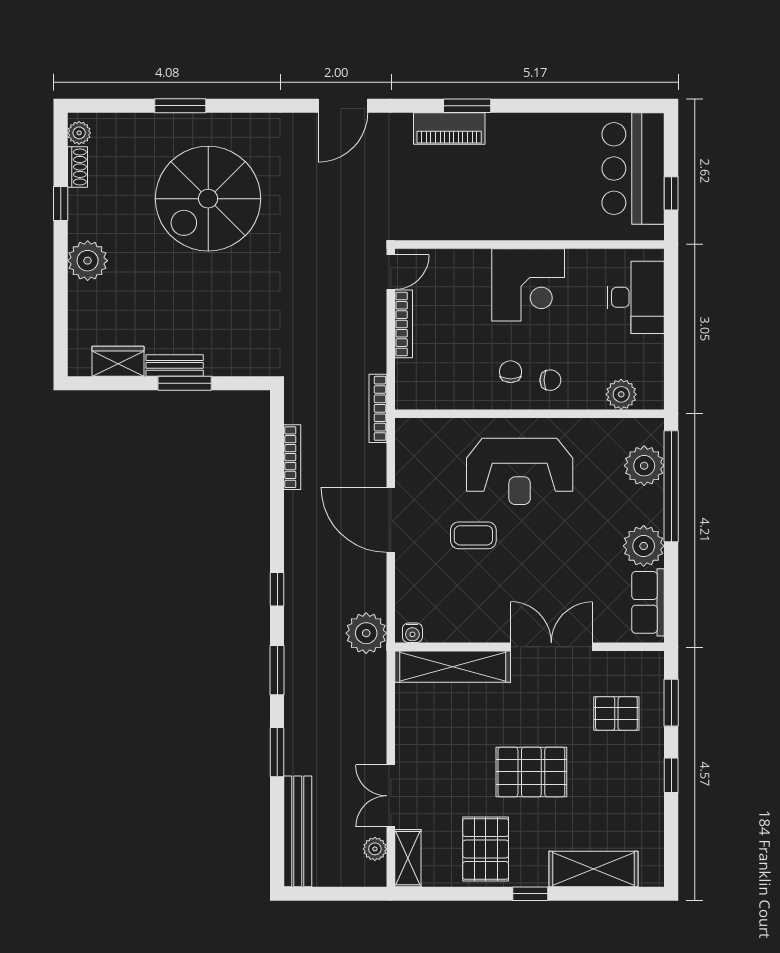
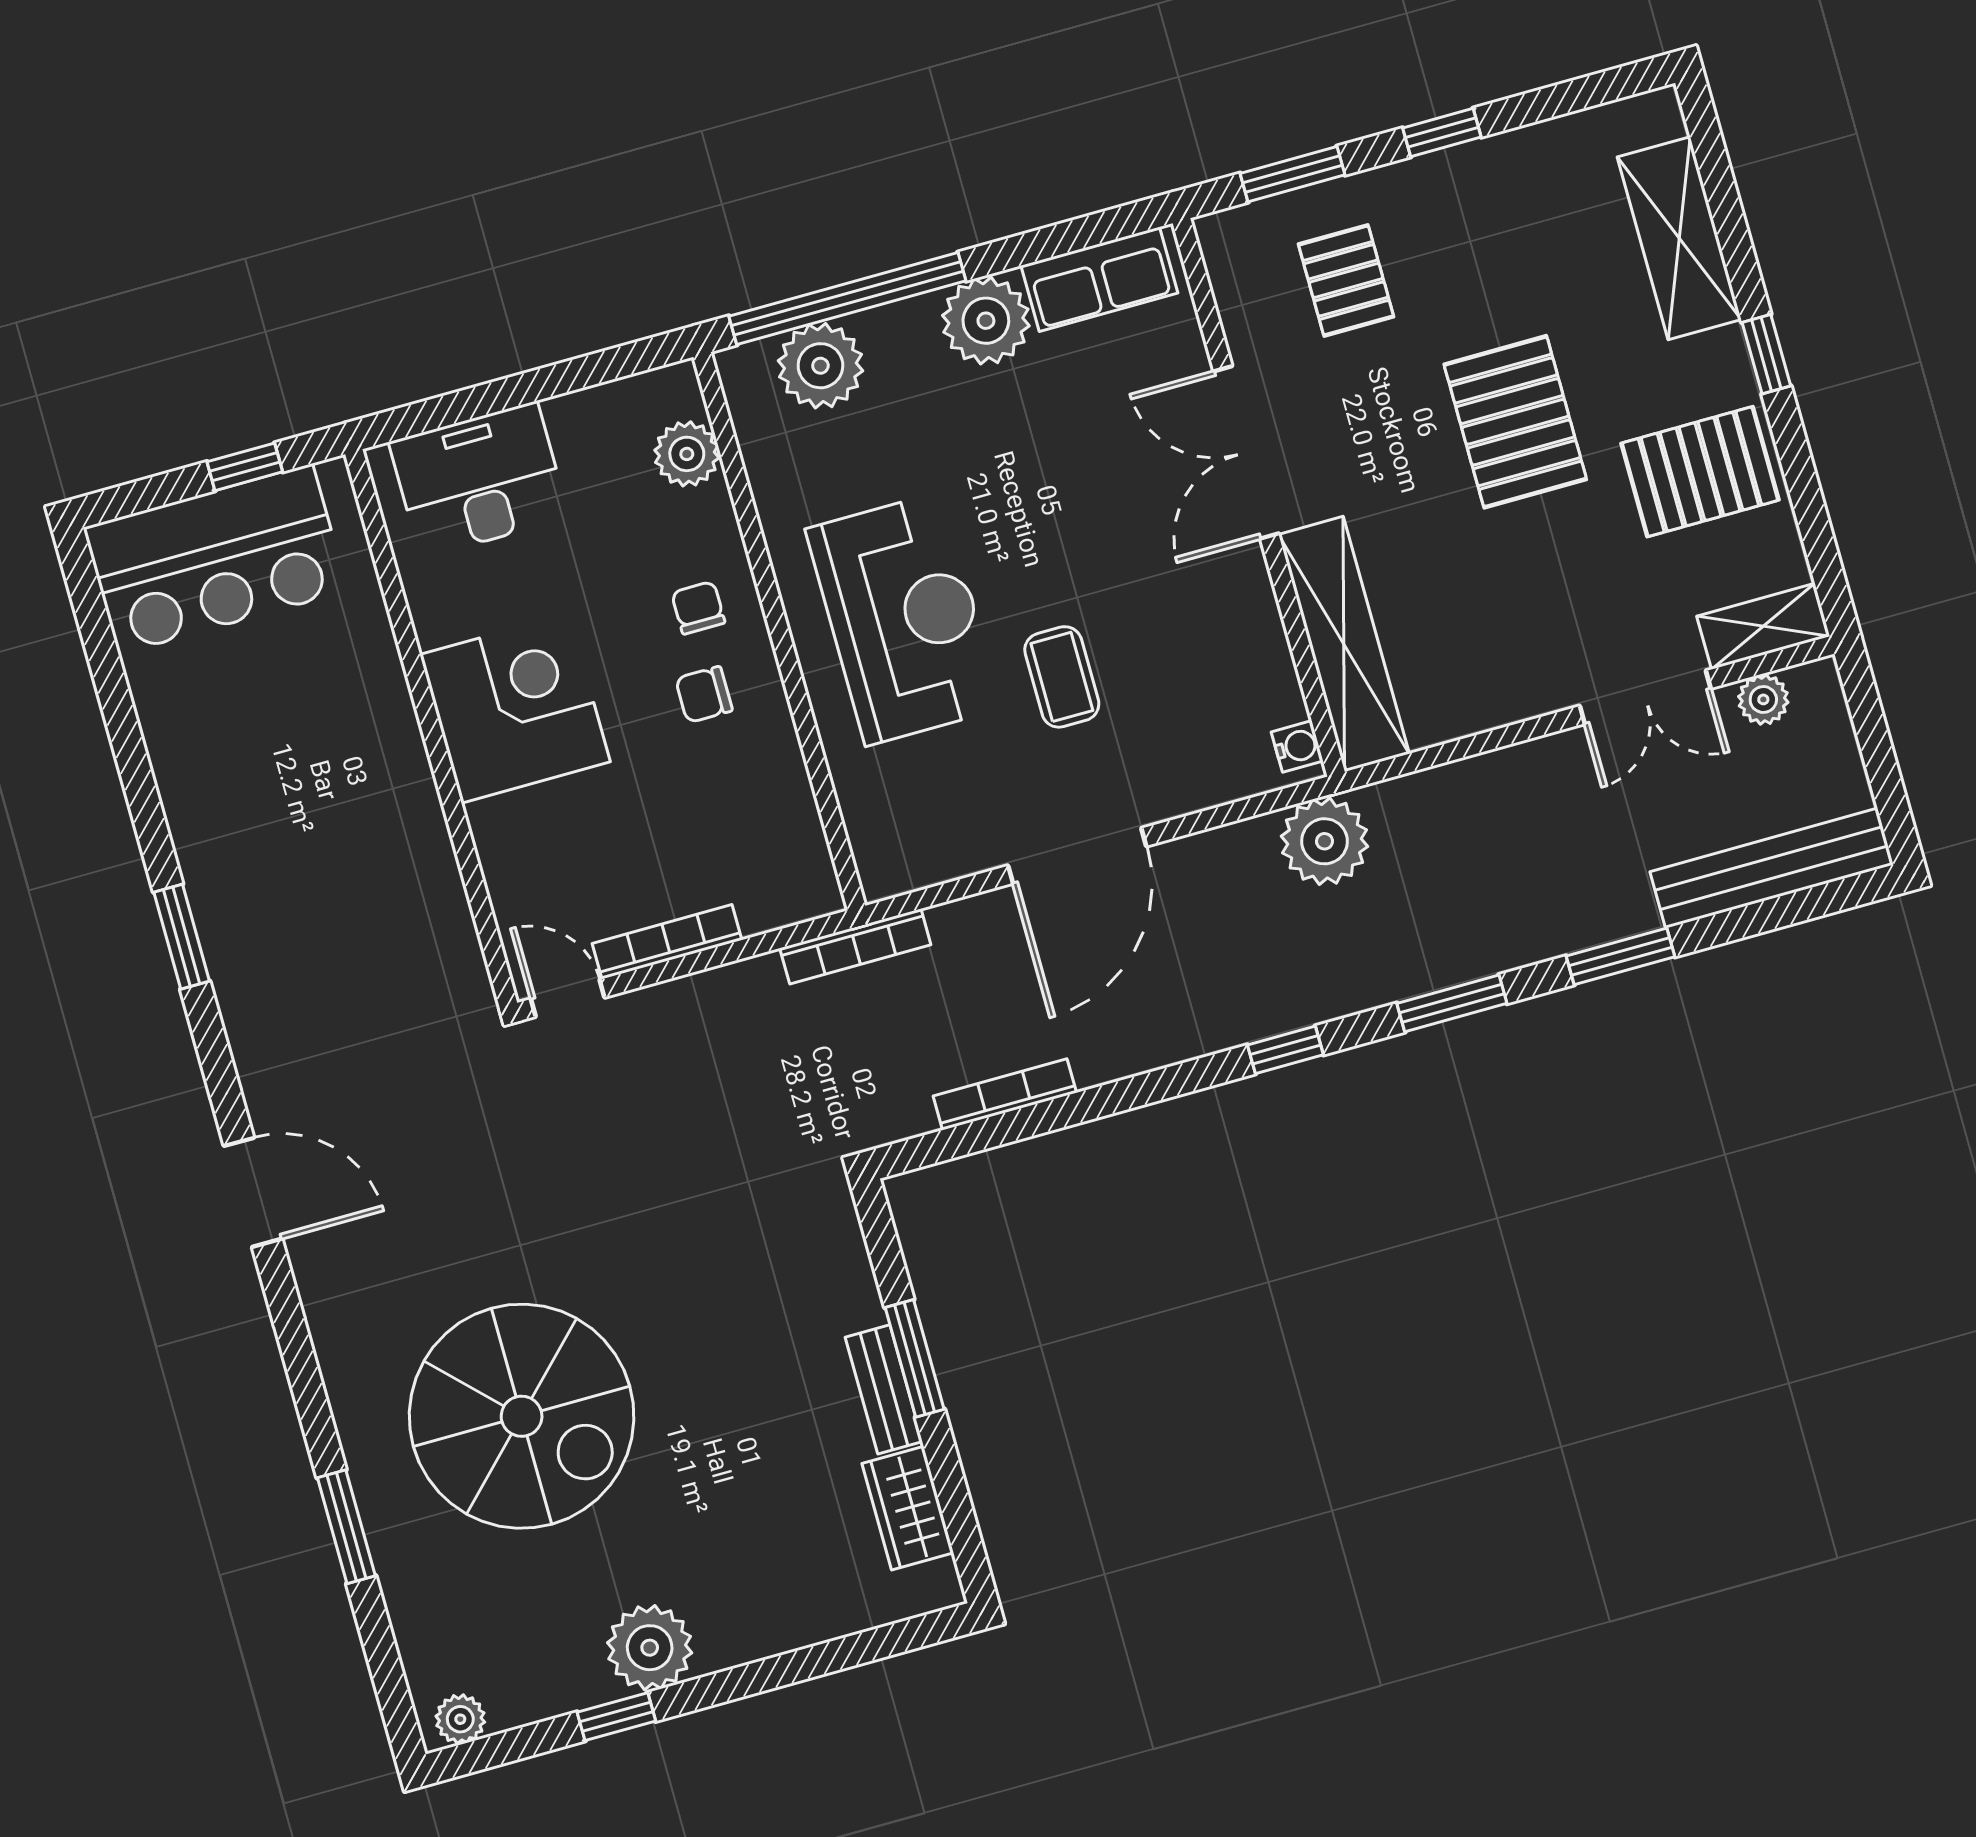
piano: (449, 129) -> (239, 960), removed
shoe rack: (77, 167) -> (531, 1703), removed
plant: (88, 261) -> (650, 1648), moved

